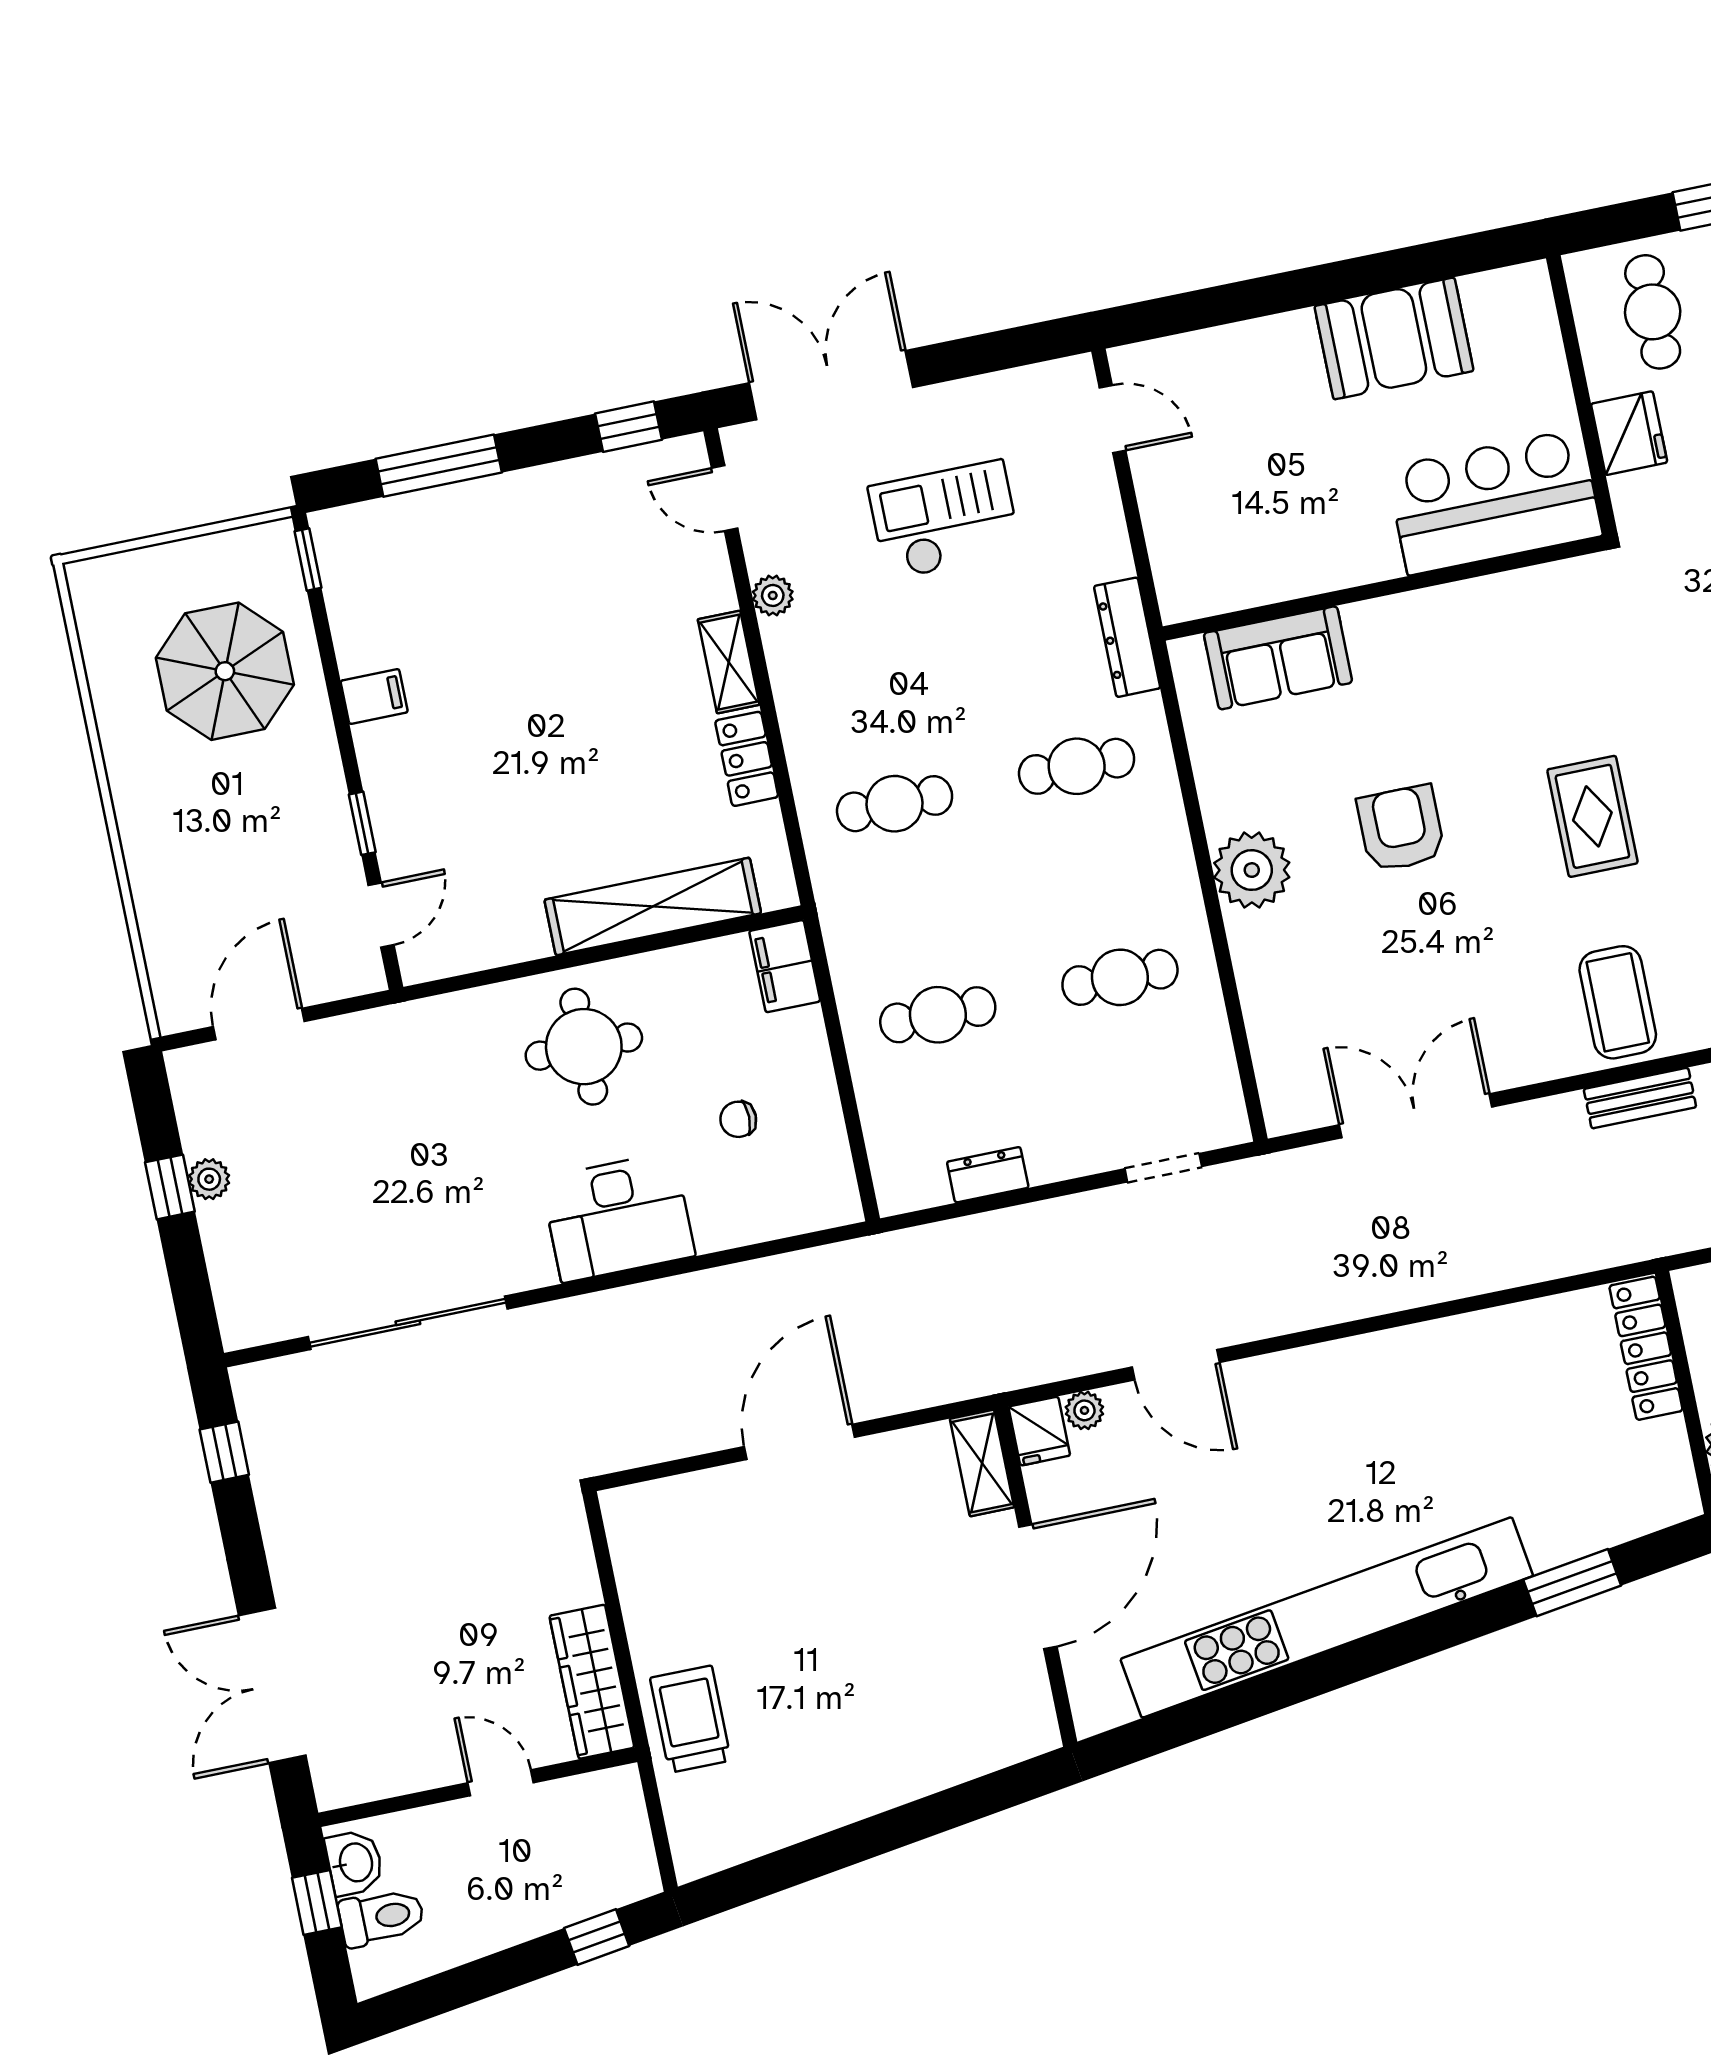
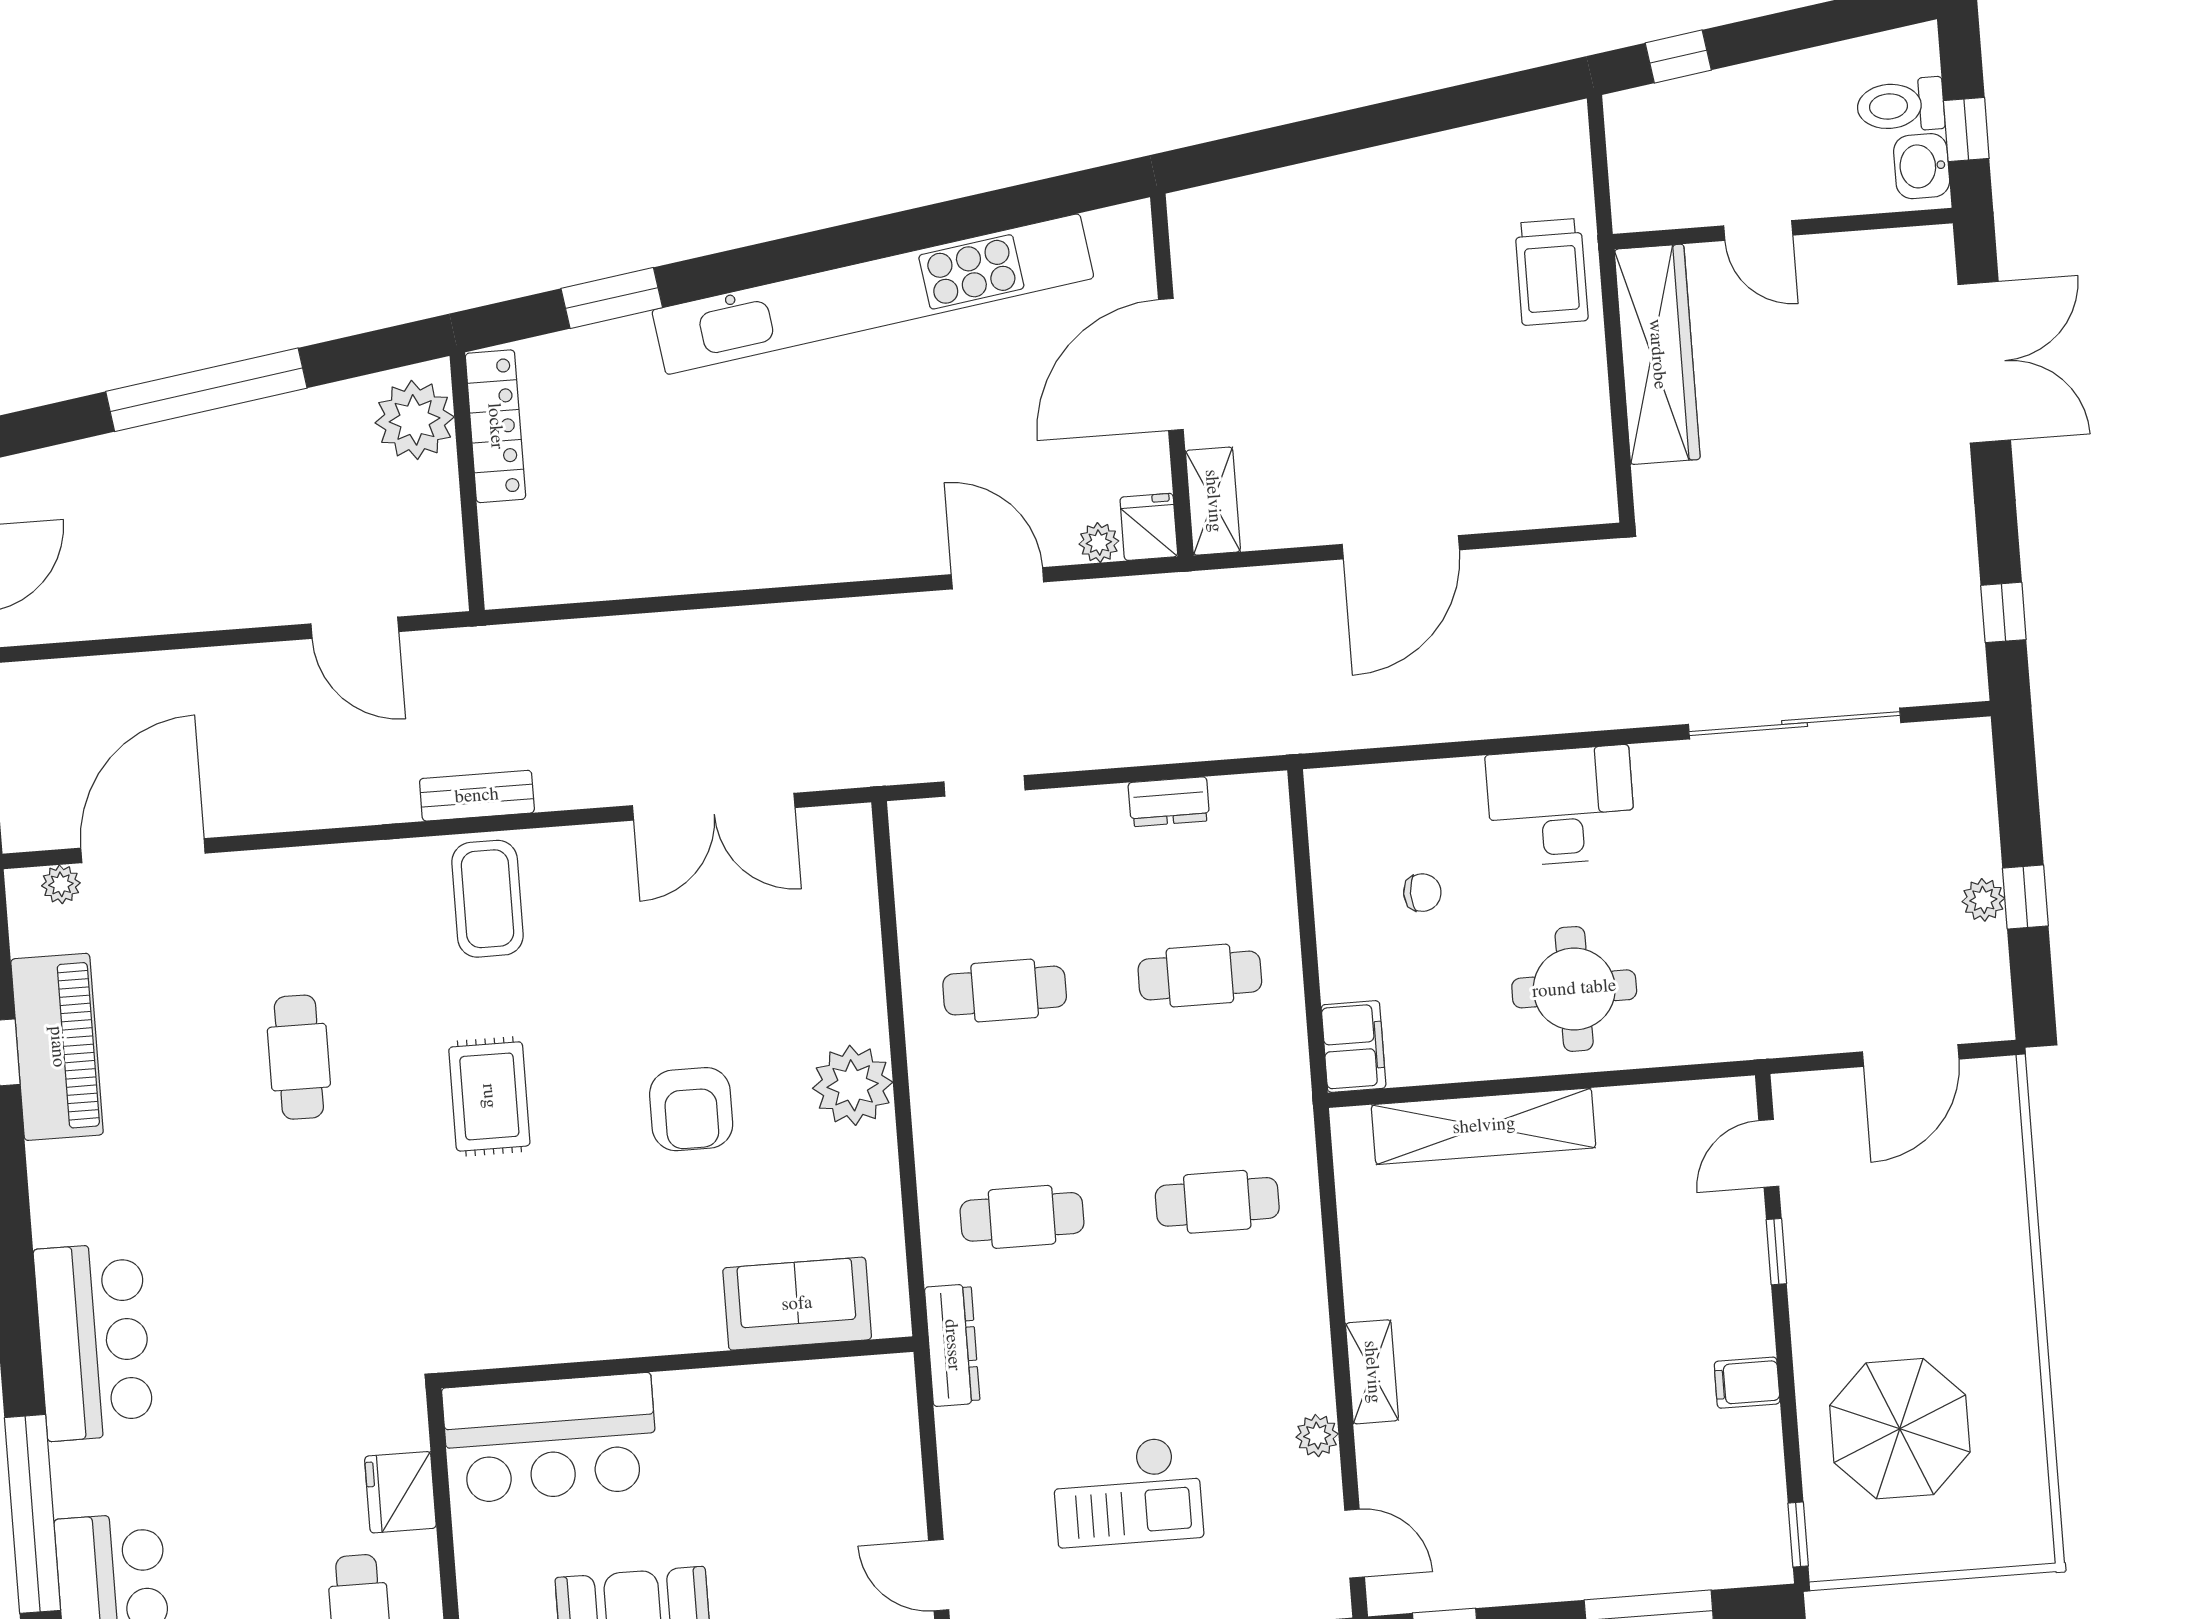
locker: (747, 759) -> (1366, 1268), removed
locker: (1646, 1348) -> (495, 426), moved
wardrobe: (592, 1682) -> (1657, 354), width x1.40, depth x1.17

